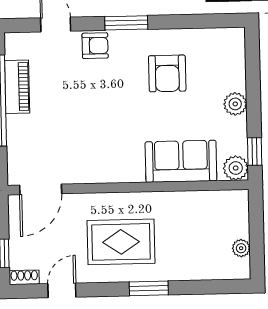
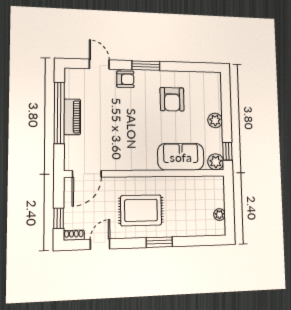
piano: (17, 87) -> (72, 117), moved

